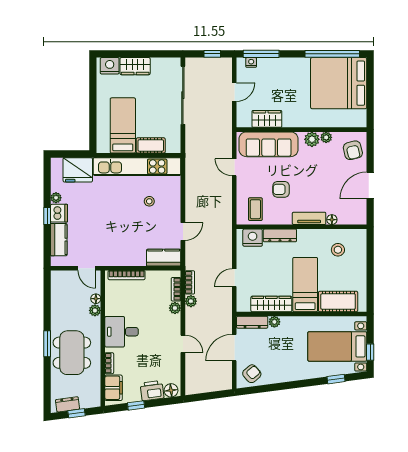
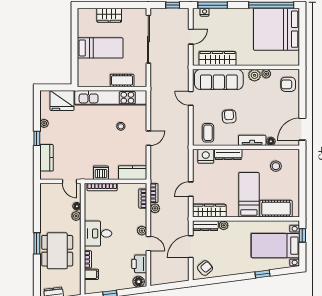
nightstand: (110, 66) -> (88, 15), removed
wardrobe: (267, 119) -> (217, 59), width x1.50
bed: (123, 125) -> (100, 48), moved, turned 90
armchair: (353, 150) -> (288, 84), turned 104
door: (370, 186) -> (302, 129), moved
armchair: (281, 189) -> (229, 116), turned 87
dishwasher: (59, 213) -> (101, 173), moved, turned -90
door: (183, 231) -> (148, 138), moved
wardrobe: (271, 304) -> (209, 211), moved
plant: (175, 308) -> (142, 231), moved
window: (370, 352) -> (302, 235), moved
window: (336, 379) -> (262, 274), moved
filing cabinet: (114, 388) -> (91, 274), width x0.50
printer: (152, 391) -> (139, 264), moved, turned -82

